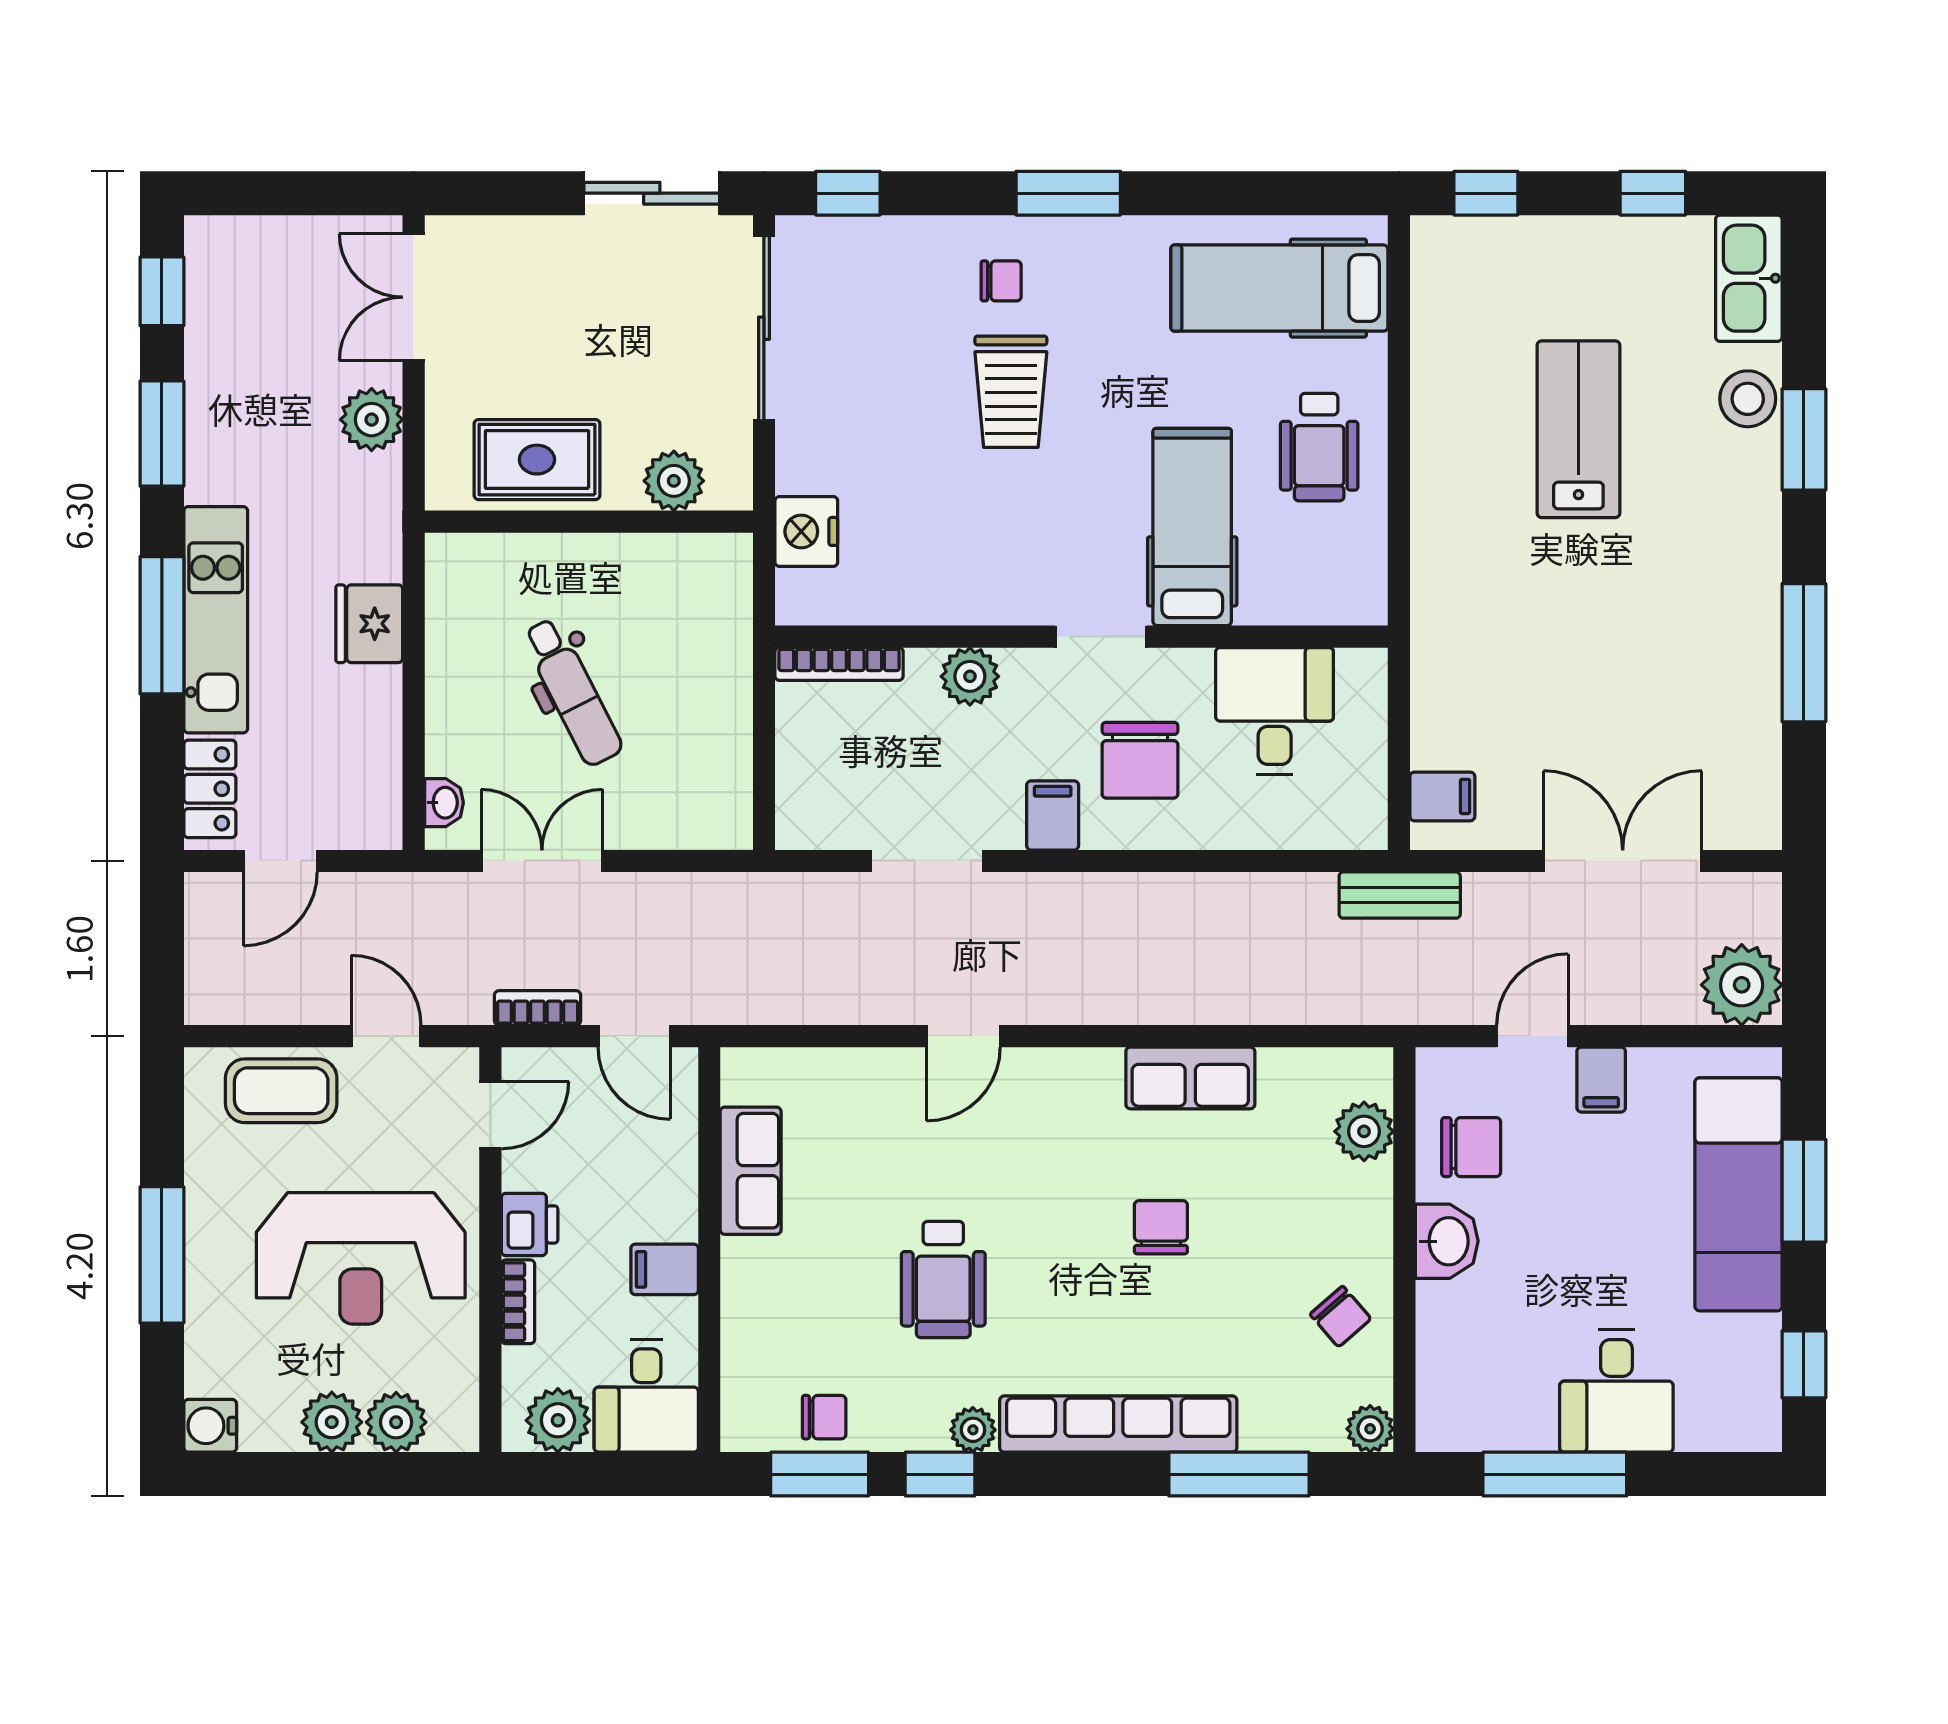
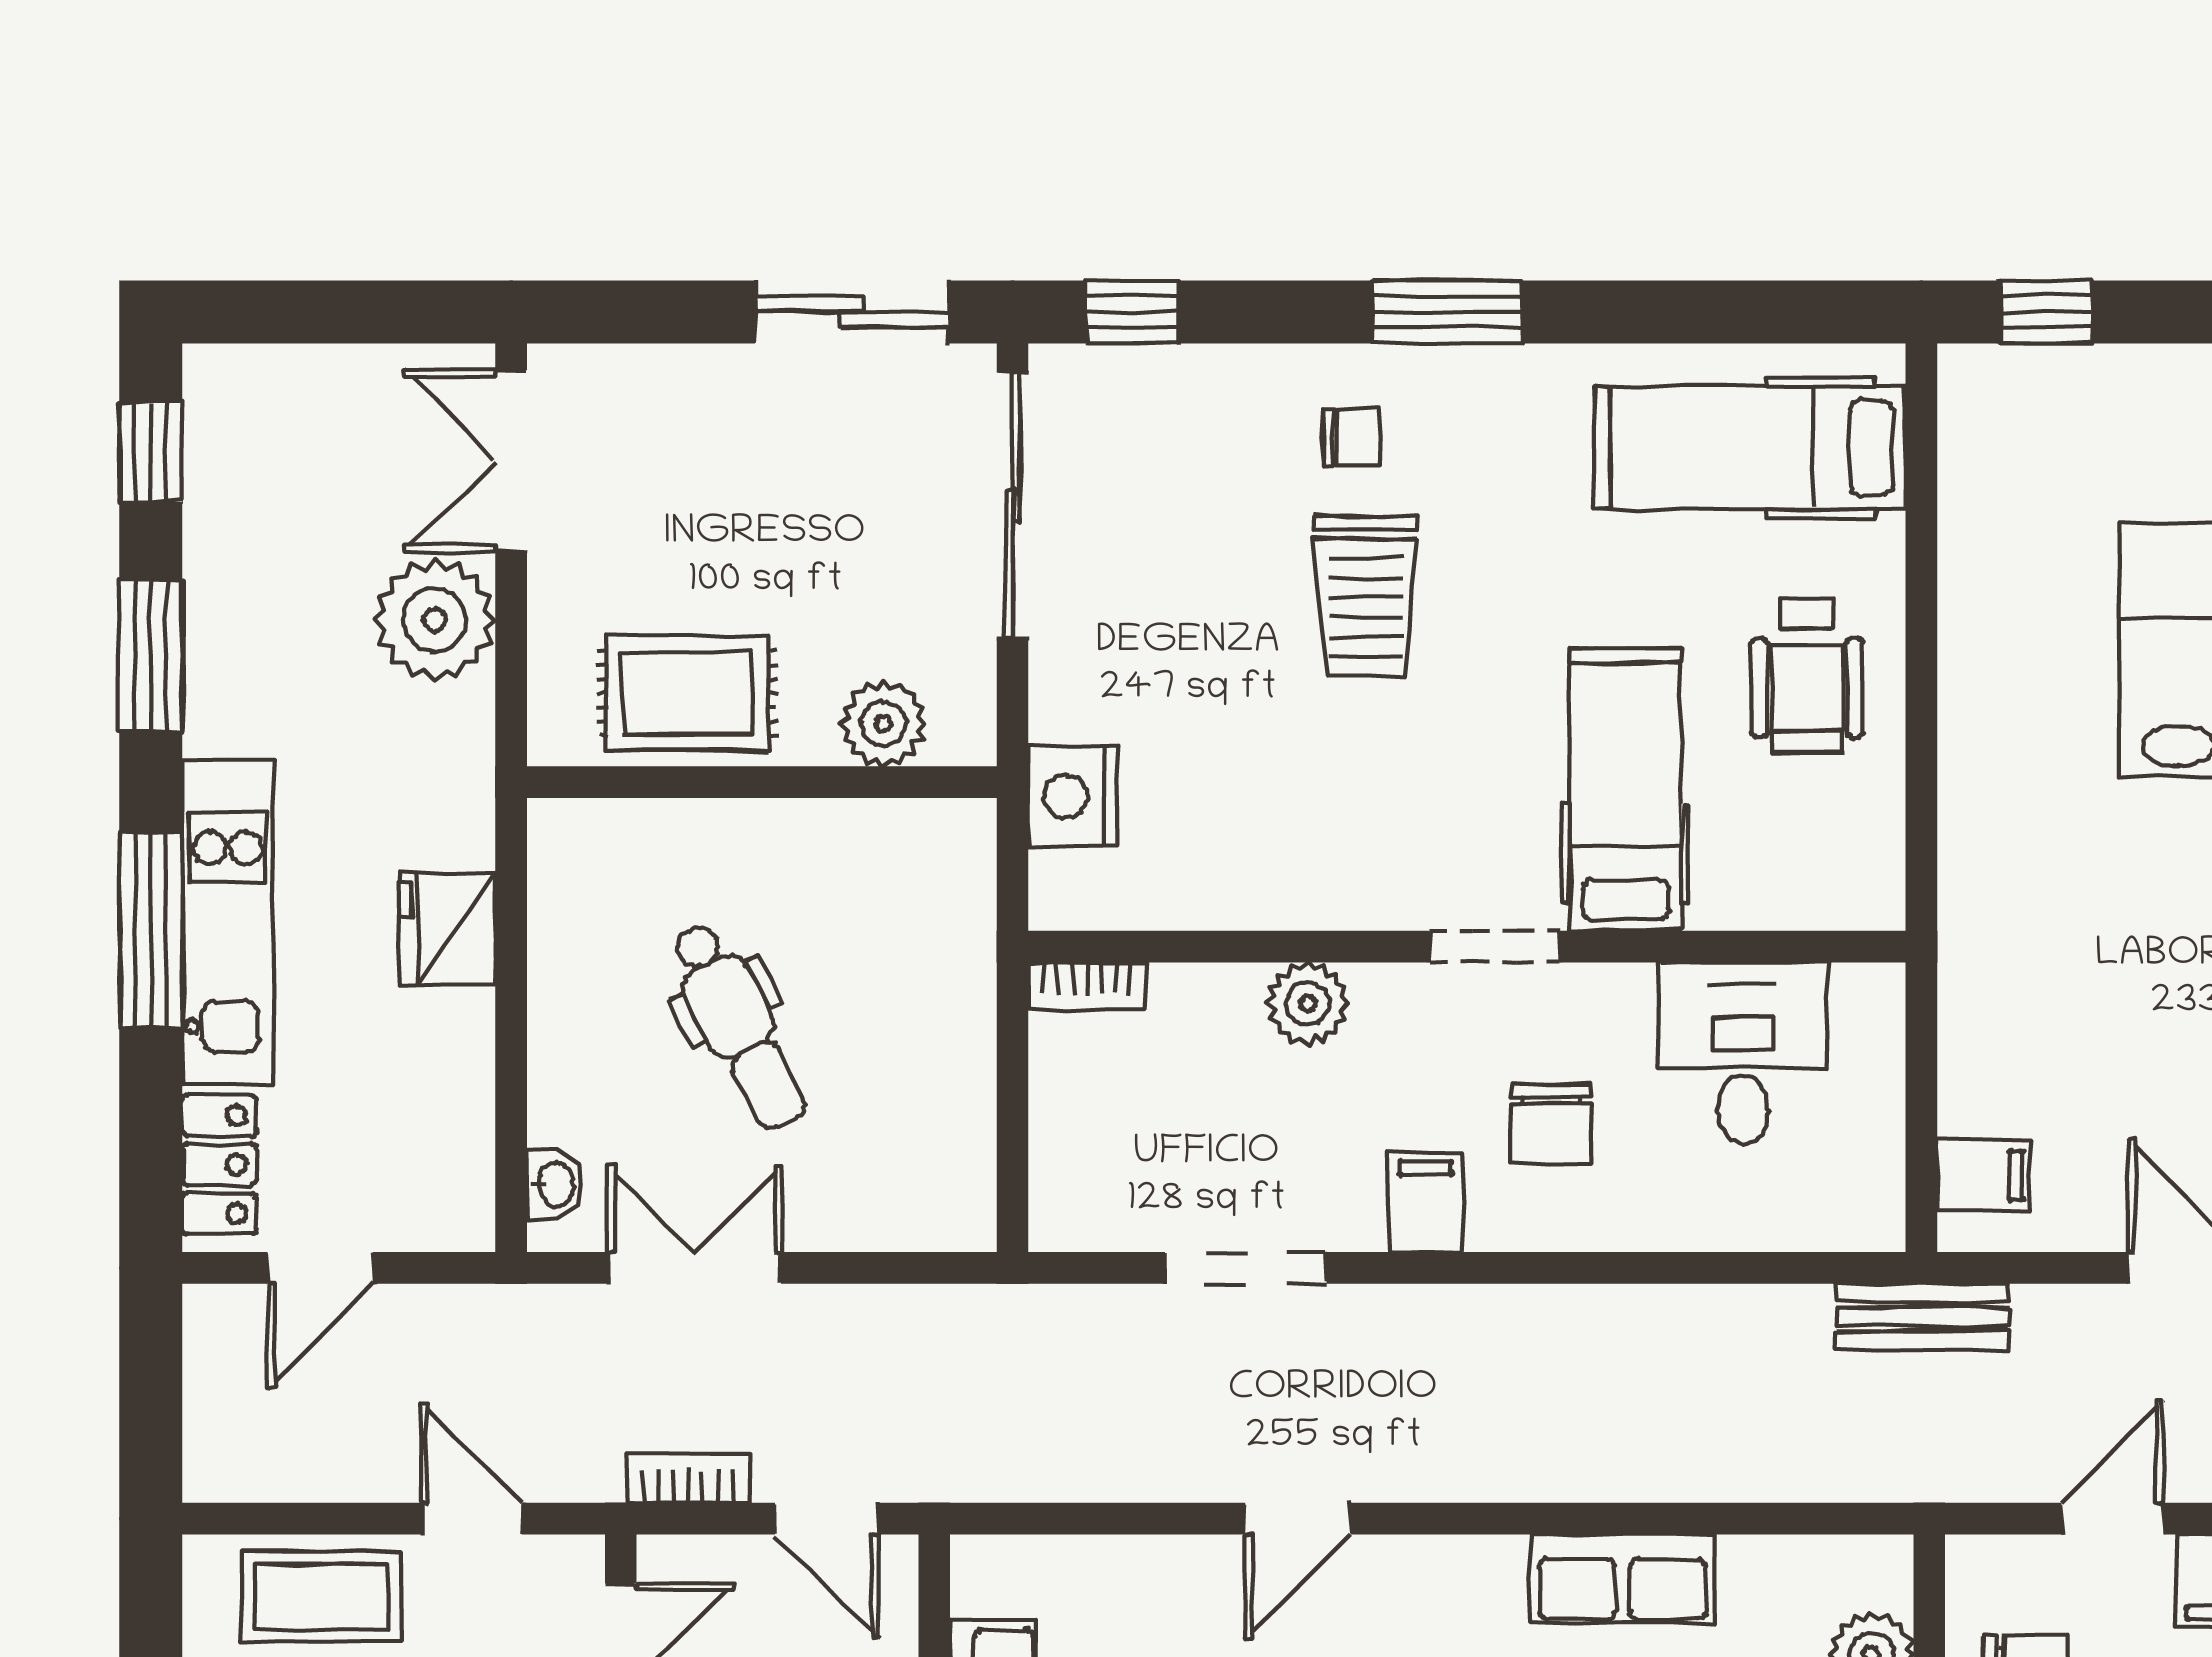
plant: (372, 420) -> (435, 620), width x1.36, depth x1.36
bookcase: (839, 664) -> (1087, 986), width x0.64
chair: (1140, 760) -> (1551, 1124), width x0.73, depth x0.73

